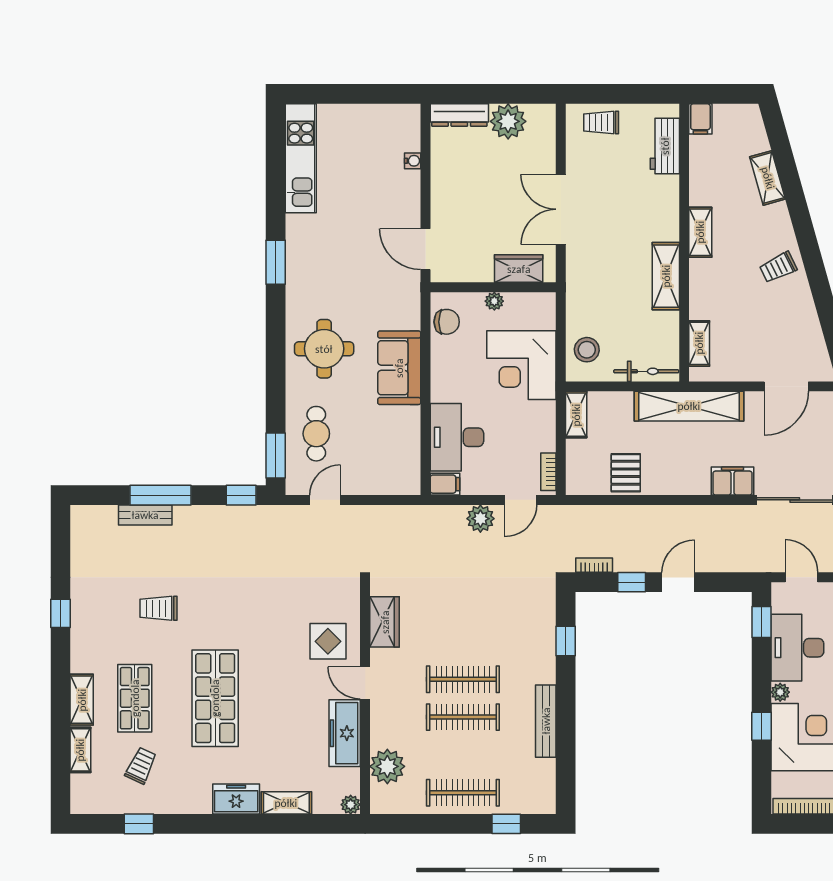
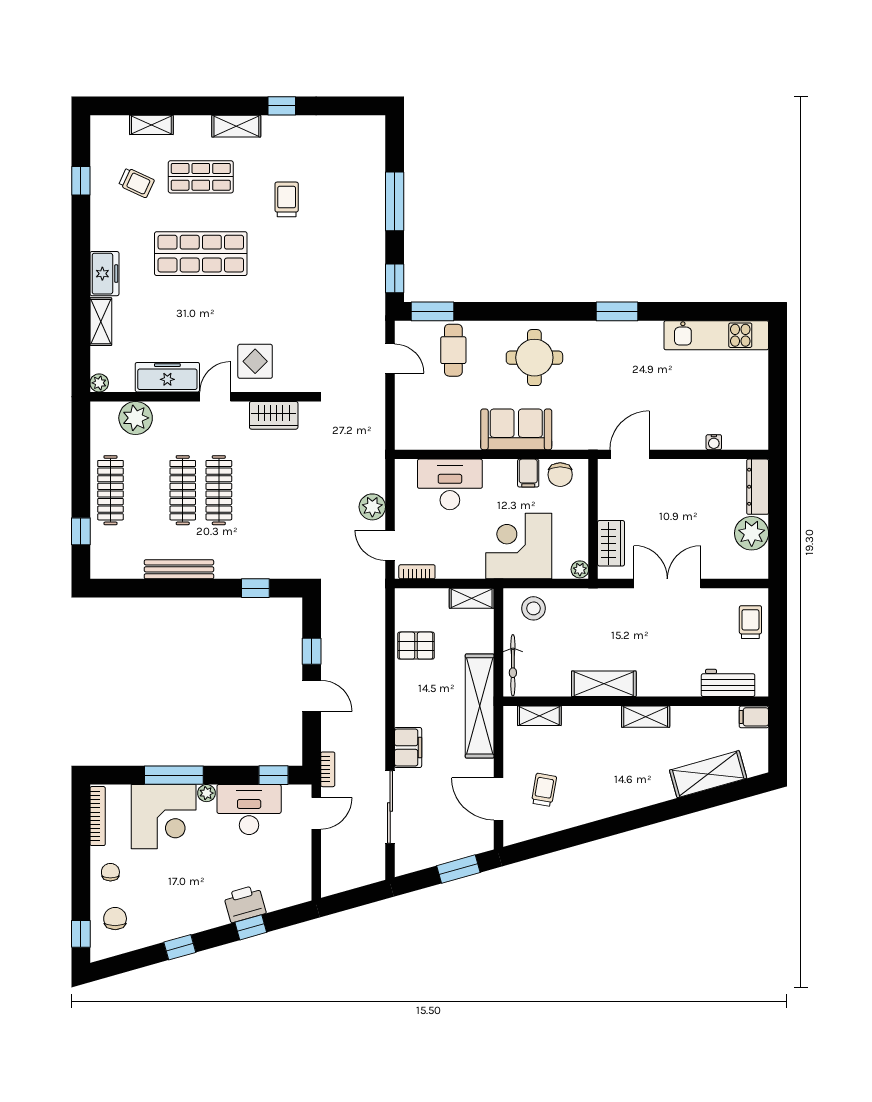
shelving: (768, 178) -> (708, 774), width x1.50, depth x1.33
trolley: (778, 267) -> (544, 790), moved, turned 36
plant: (494, 301) -> (580, 569), moved
cafe table: (316, 434) -> (453, 350), turned 90
filing cabinet: (445, 484) -> (528, 473), moved
bench: (145, 515) -> (376, 187), removed
bookcase: (594, 565) -> (328, 769), moved
shelving: (82, 700) -> (236, 126), moved
window: (761, 726) -> (174, 775), width x2.17

